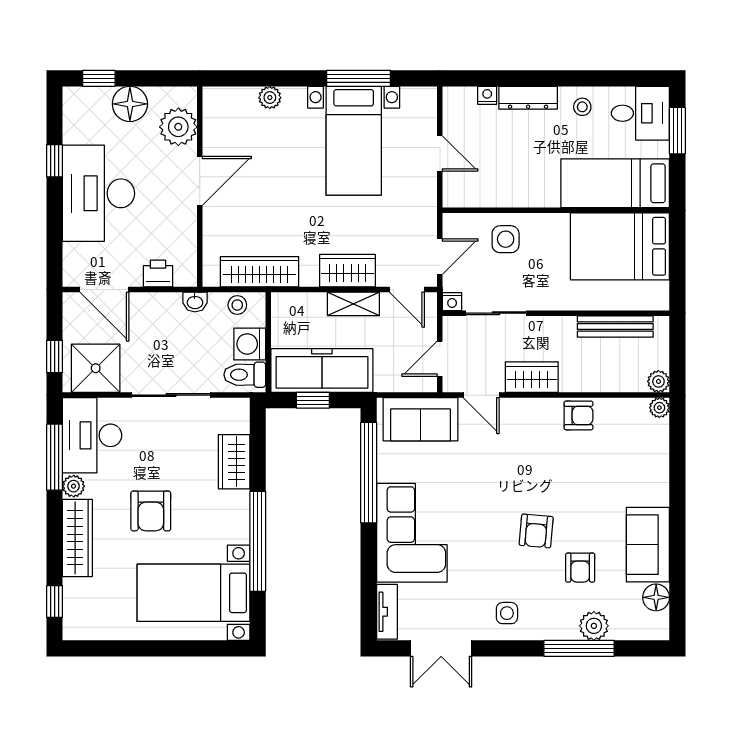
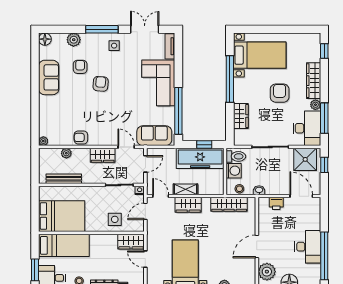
window: (55, 161) -> (324, 256), width x3.17
wardrobe: (471, 191) -> (131, 242), added
desk: (99, 193) -> (308, 247), width x0.73, depth x0.77
plant: (658, 381) -> (66, 153), moved
floor lamp: (656, 597) -> (45, 39), moved
window: (579, 648) -> (102, 29), moved

